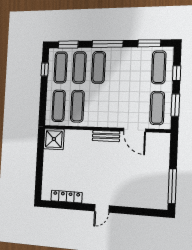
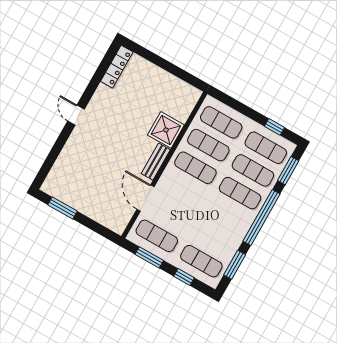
window: (107, 44) -> (262, 217), width x1.46
exercise mat: (97, 107) -> (195, 168), added
door: (135, 130) -> (146, 198), hinge flipped
shower: (54, 139) -> (166, 130), moved
window: (172, 186) -> (62, 208), width x0.69
locker: (67, 197) -> (117, 67), moved

